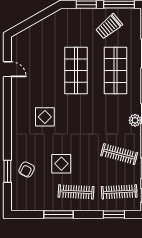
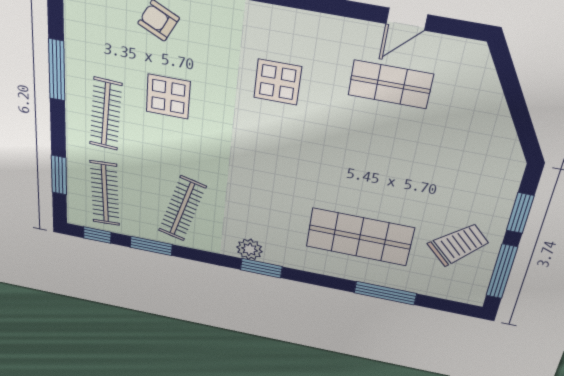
trolley: (109, 26) -> (458, 244), turned 86
shop shelf: (76, 70) -> (390, 84), moved, width x0.70, depth x0.74

